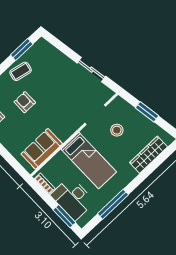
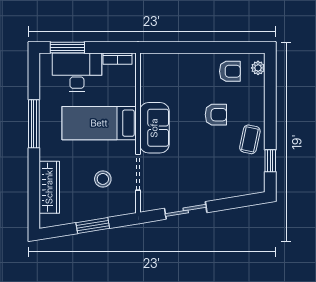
window: (22, 50) -> (270, 161), width x0.67
sofa: (42, 149) -> (154, 128), moved
window: (113, 204) -> (34, 124), moved

